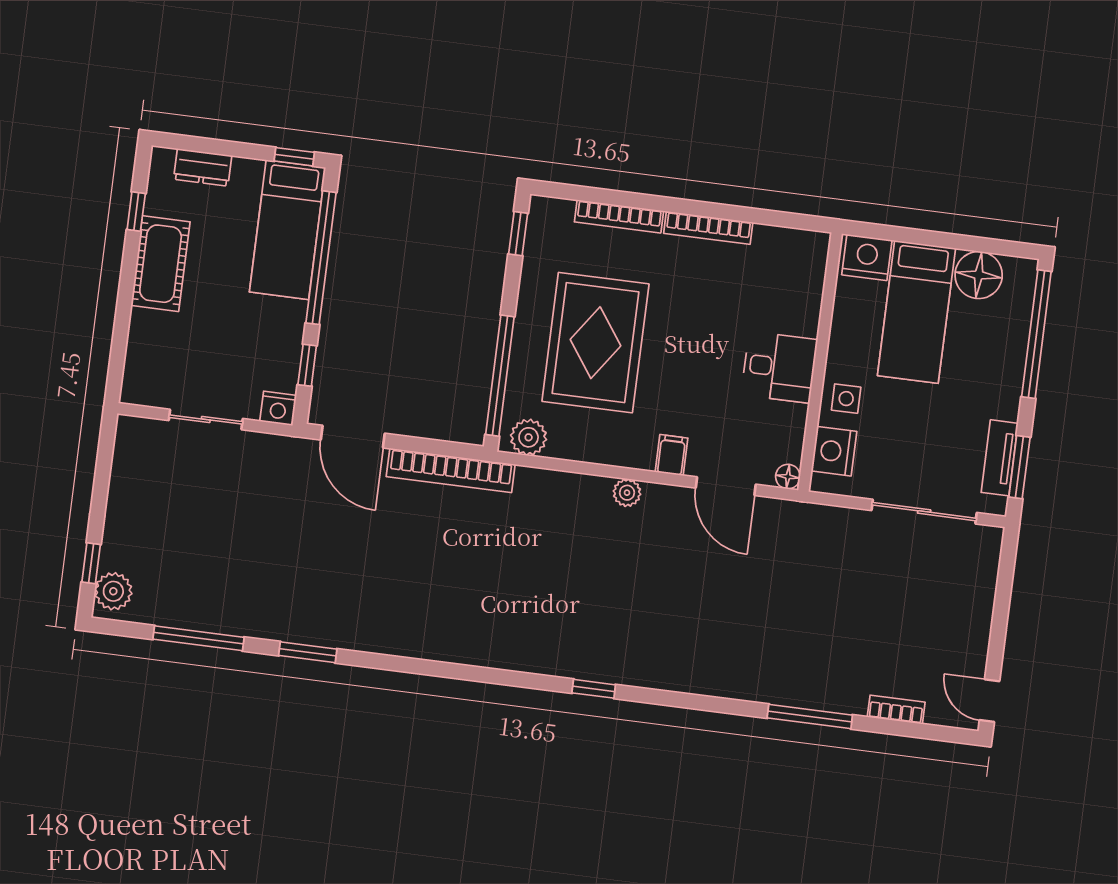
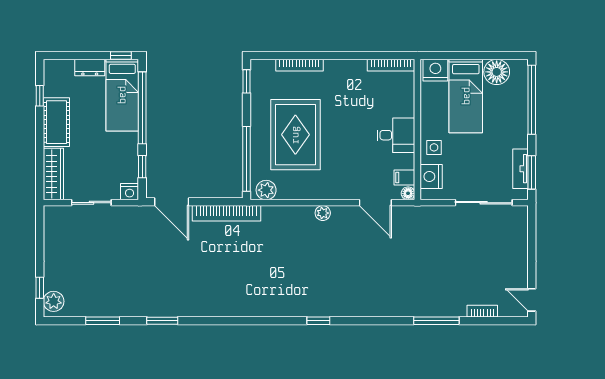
dresser: (203, 167) -> (90, 68), moved
bookcase: (708, 228) -> (391, 65), moved
wardrobe: (143, 358) -> (53, 174), added
filing cabinet: (672, 455) -> (404, 178), moved, turned -90
window: (199, 638) -> (103, 321), width x0.69

